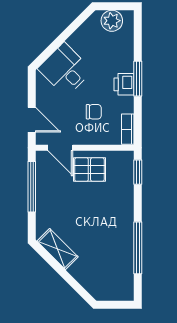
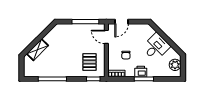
desk: (65, 70) -> (156, 47), moved
door: (60, 148) -> (106, 37), hinge flipped
pallet: (89, 170) -> (89, 62), moved
shelving: (58, 249) -> (37, 50), moved

